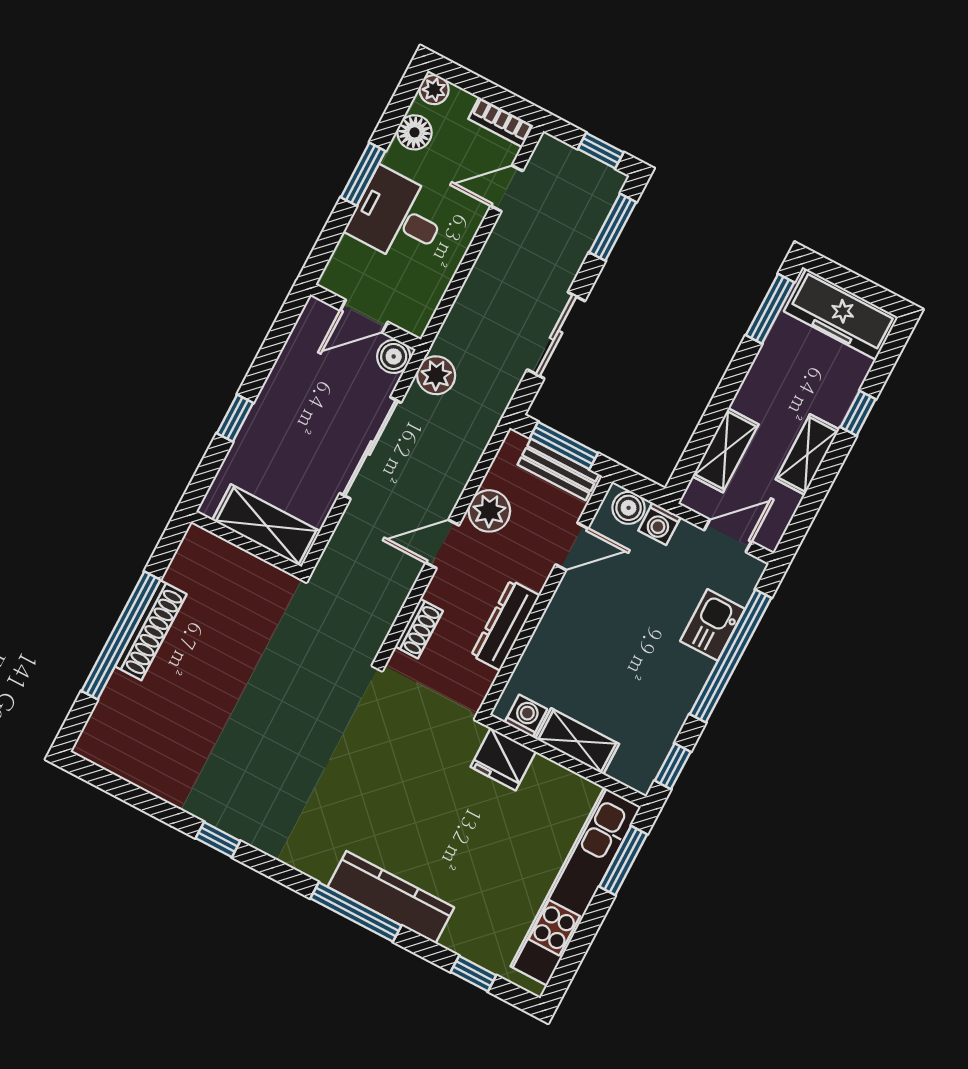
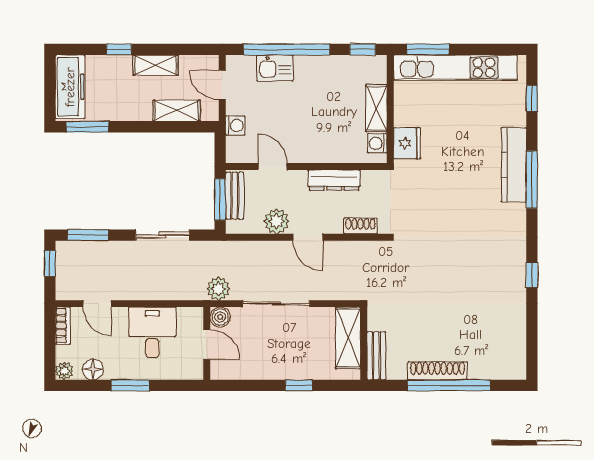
desk: (398, 217) -> (152, 332), moved, turned 180
boiler: (629, 508) -> (235, 147), removed
bench: (219, 553) -> (376, 356), added

